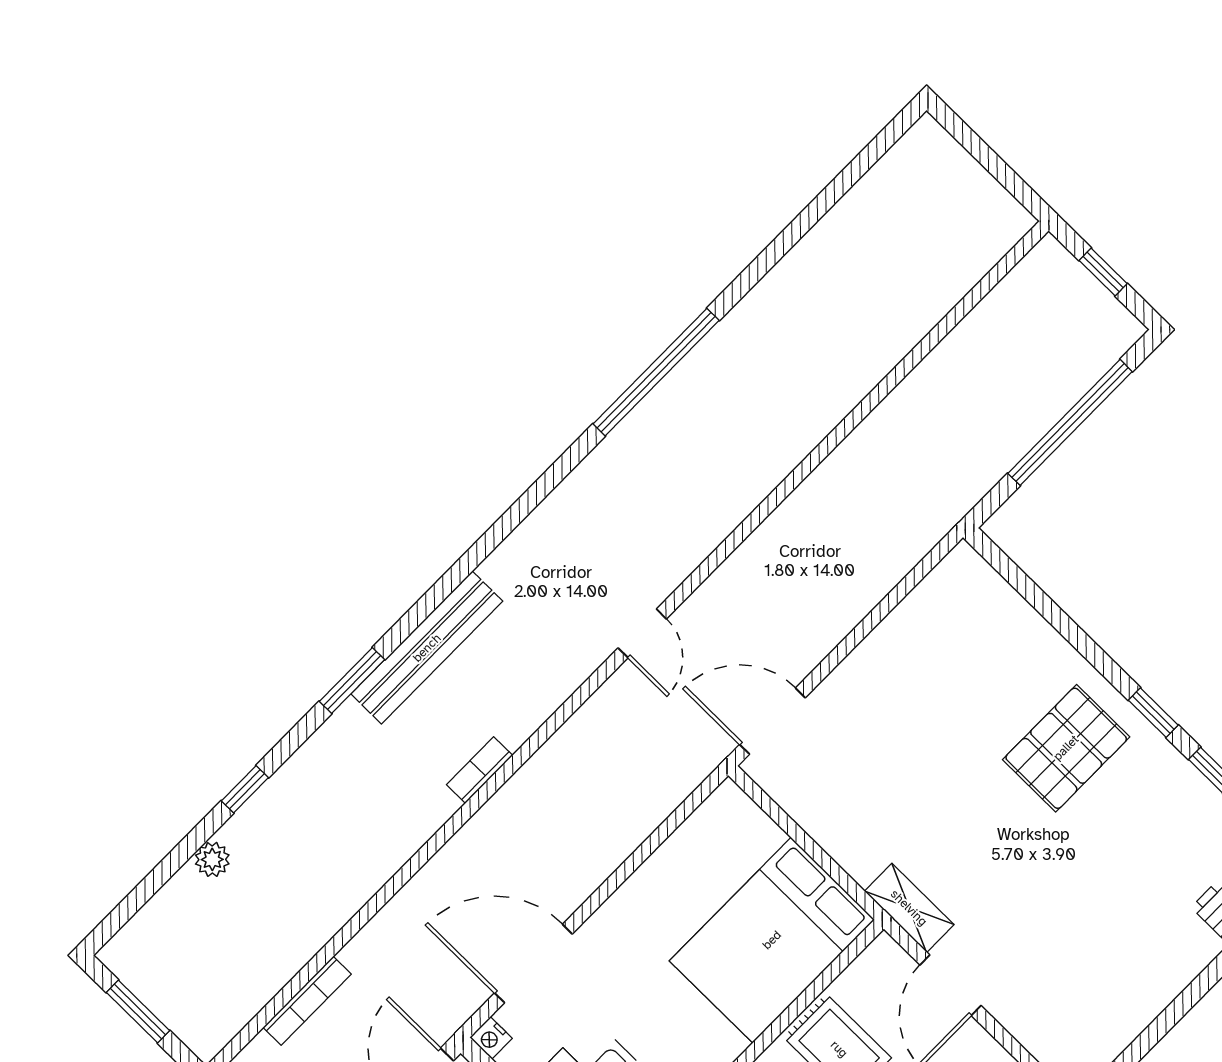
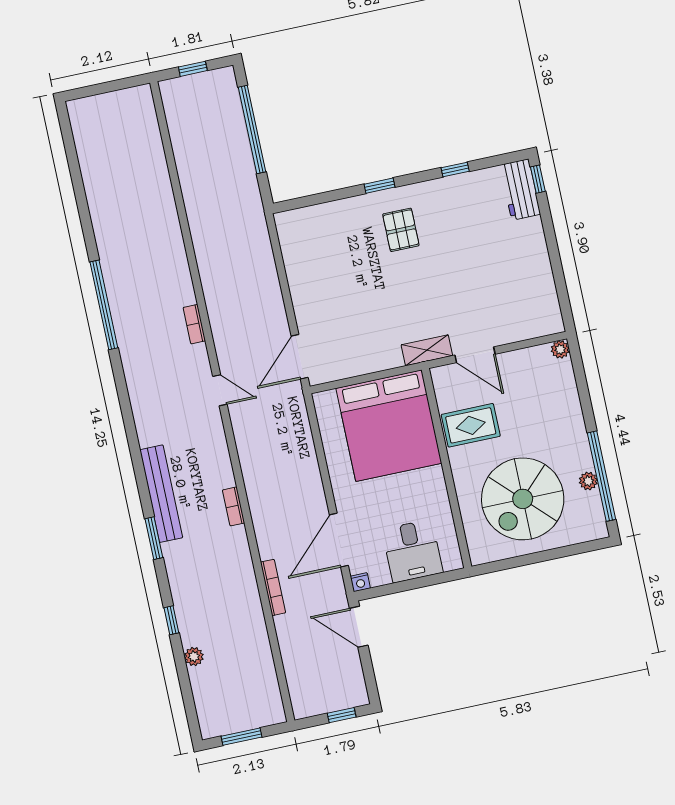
bookcase: (717, 529) -> (194, 324), added
window: (1153, 713) -> (380, 186), moved
pallet: (1066, 748) -> (401, 230), width x0.67, depth x0.71
bed: (772, 940) -> (389, 426), width x1.36
bookcase: (307, 1001) -> (273, 587), moved

